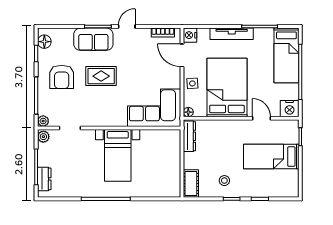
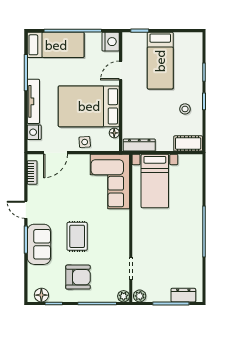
nightstand: (190, 35) -> (34, 132), moved, turned 90
floor lamp: (188, 112) -> (114, 133), moved
bed with nightstands: (118, 155) -> (155, 181), moved, turned 90

